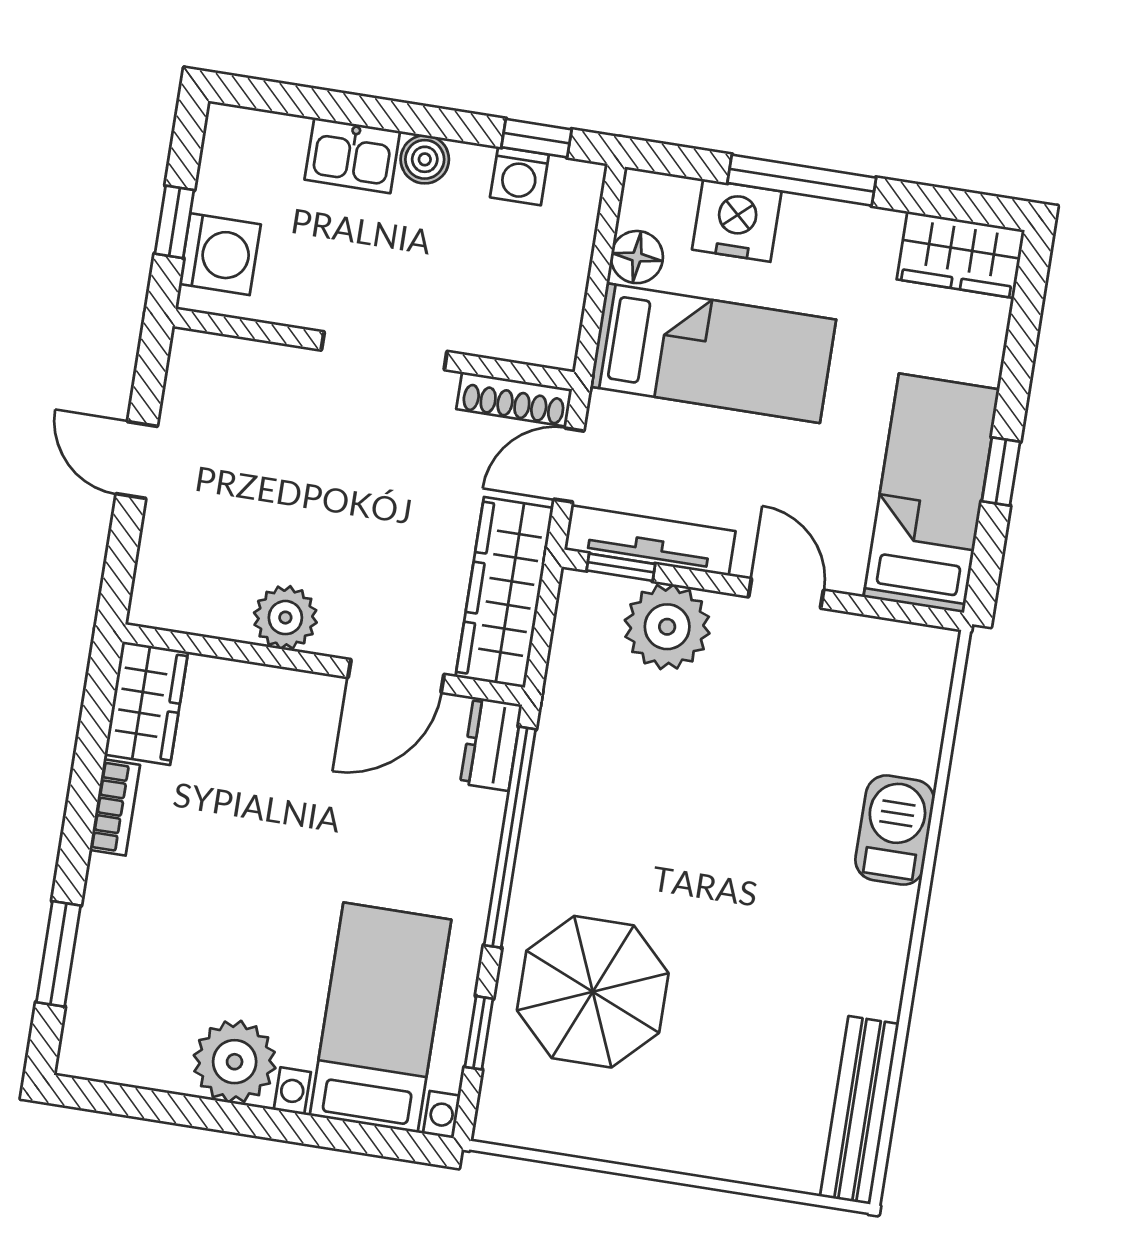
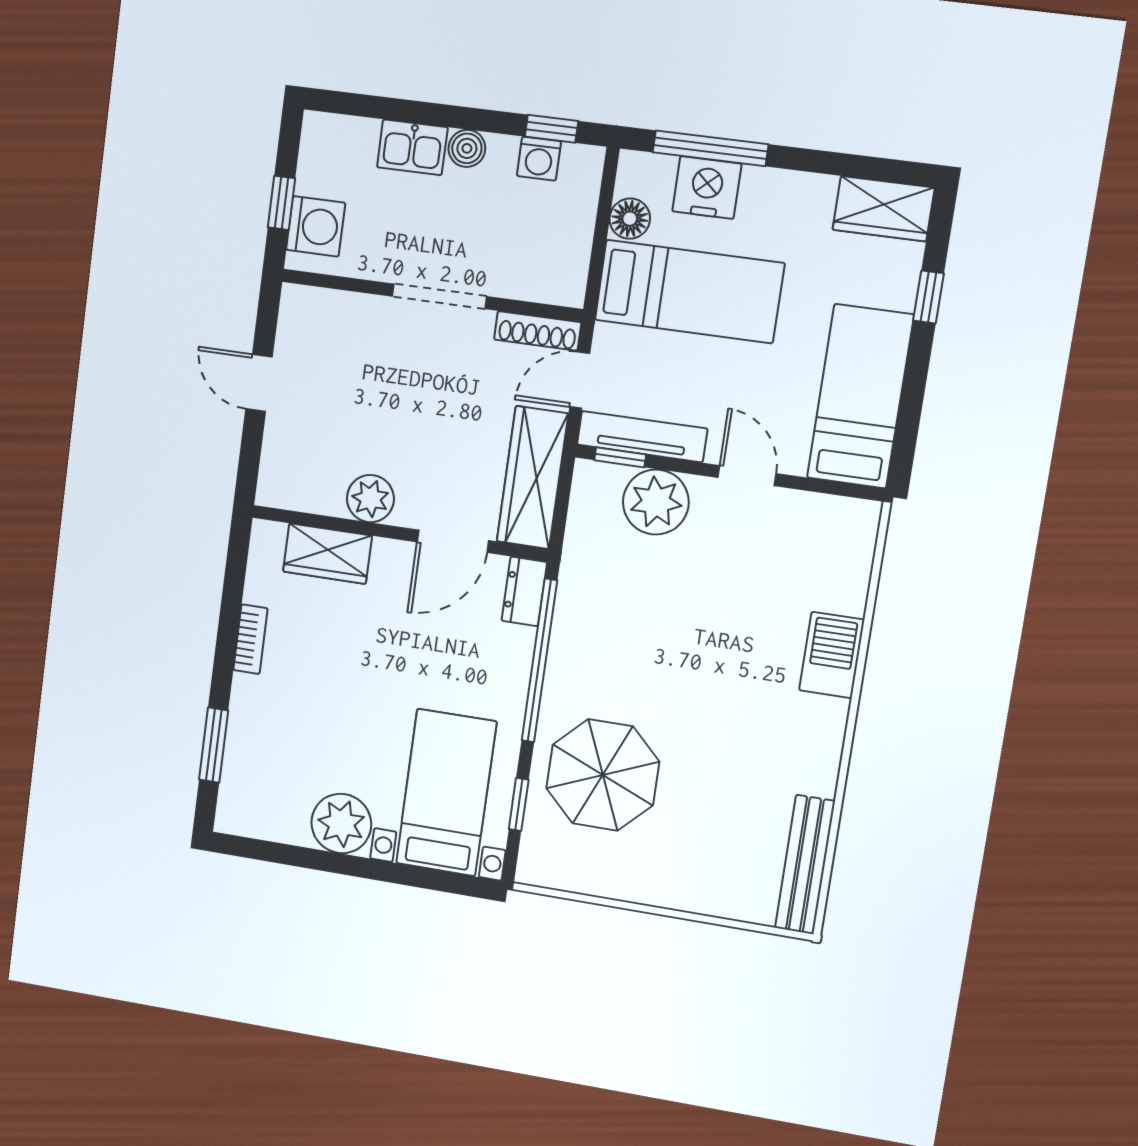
window: (802, 180) -> (710, 148), moved
window: (1001, 472) -> (928, 297), moved
wardrobe: (146, 703) -> (327, 554), moved, turned 90

